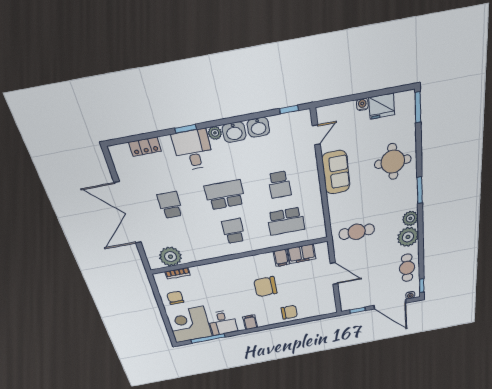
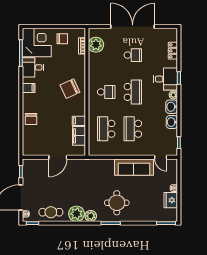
round table: (393, 162) -> (117, 203), moved
sofa: (336, 172) -> (134, 167), width x1.36
school desk: (279, 185) -> (133, 129), width x1.85
cafe table: (357, 232) -> (88, 177), removed
chair: (266, 287) -> (70, 89), moved, turned -115

